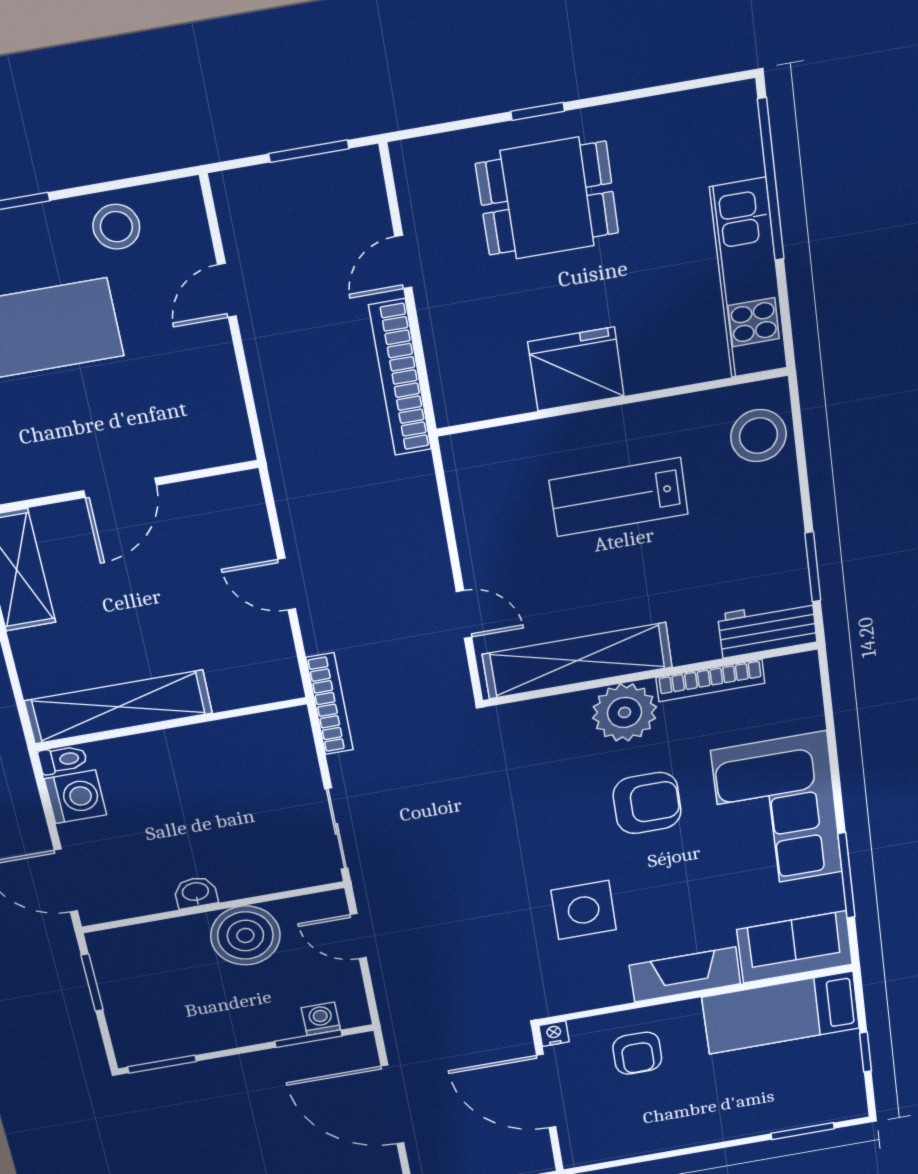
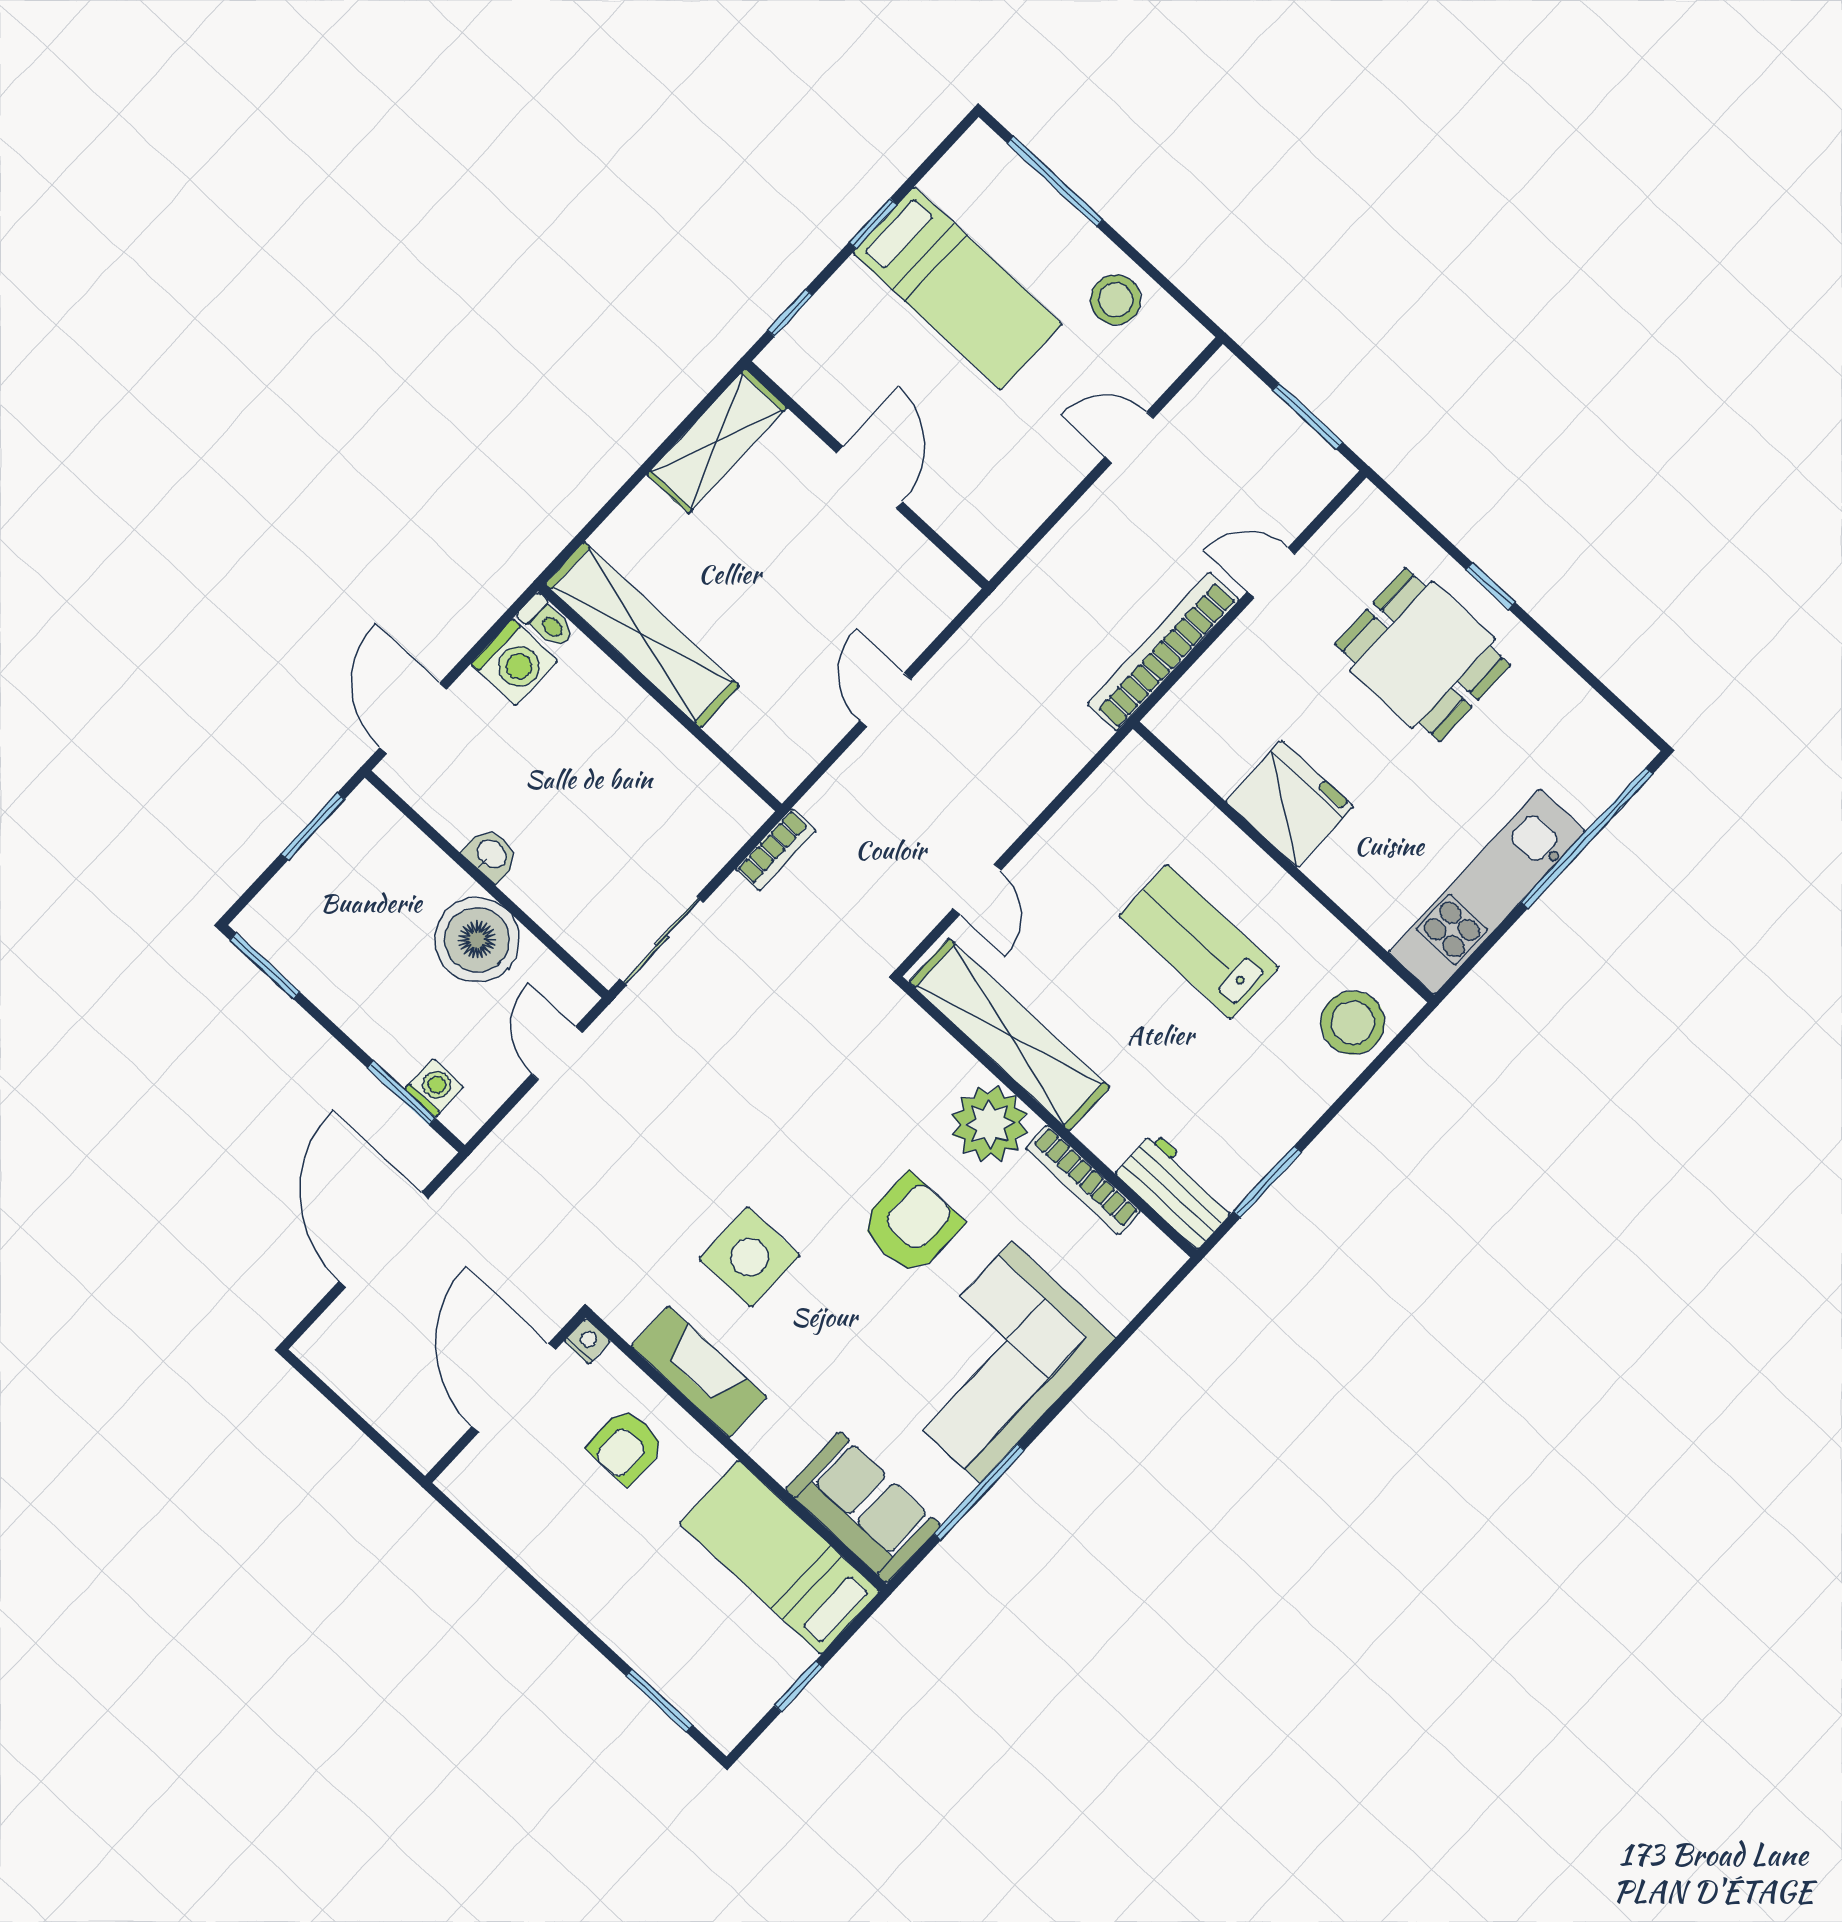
door: (120, 488) -> (870, 477), swing flipped
bookcase: (330, 704) -> (776, 850), width x0.64
armchair: (647, 803) -> (911, 1225), turned -90
fireplace: (685, 974) -> (699, 1372), moved

